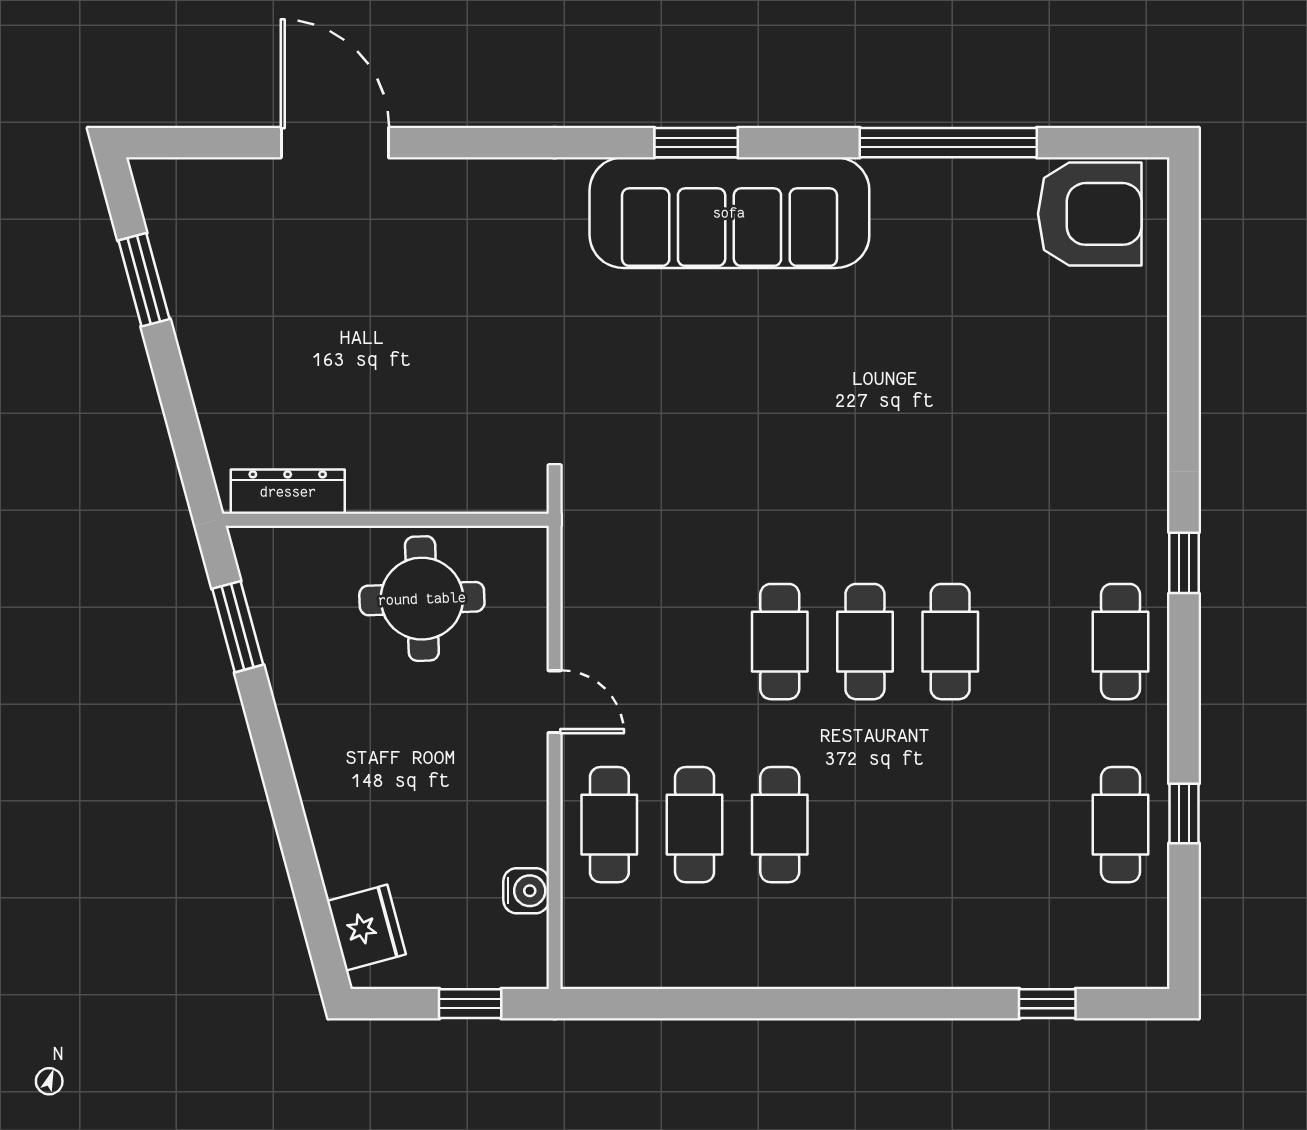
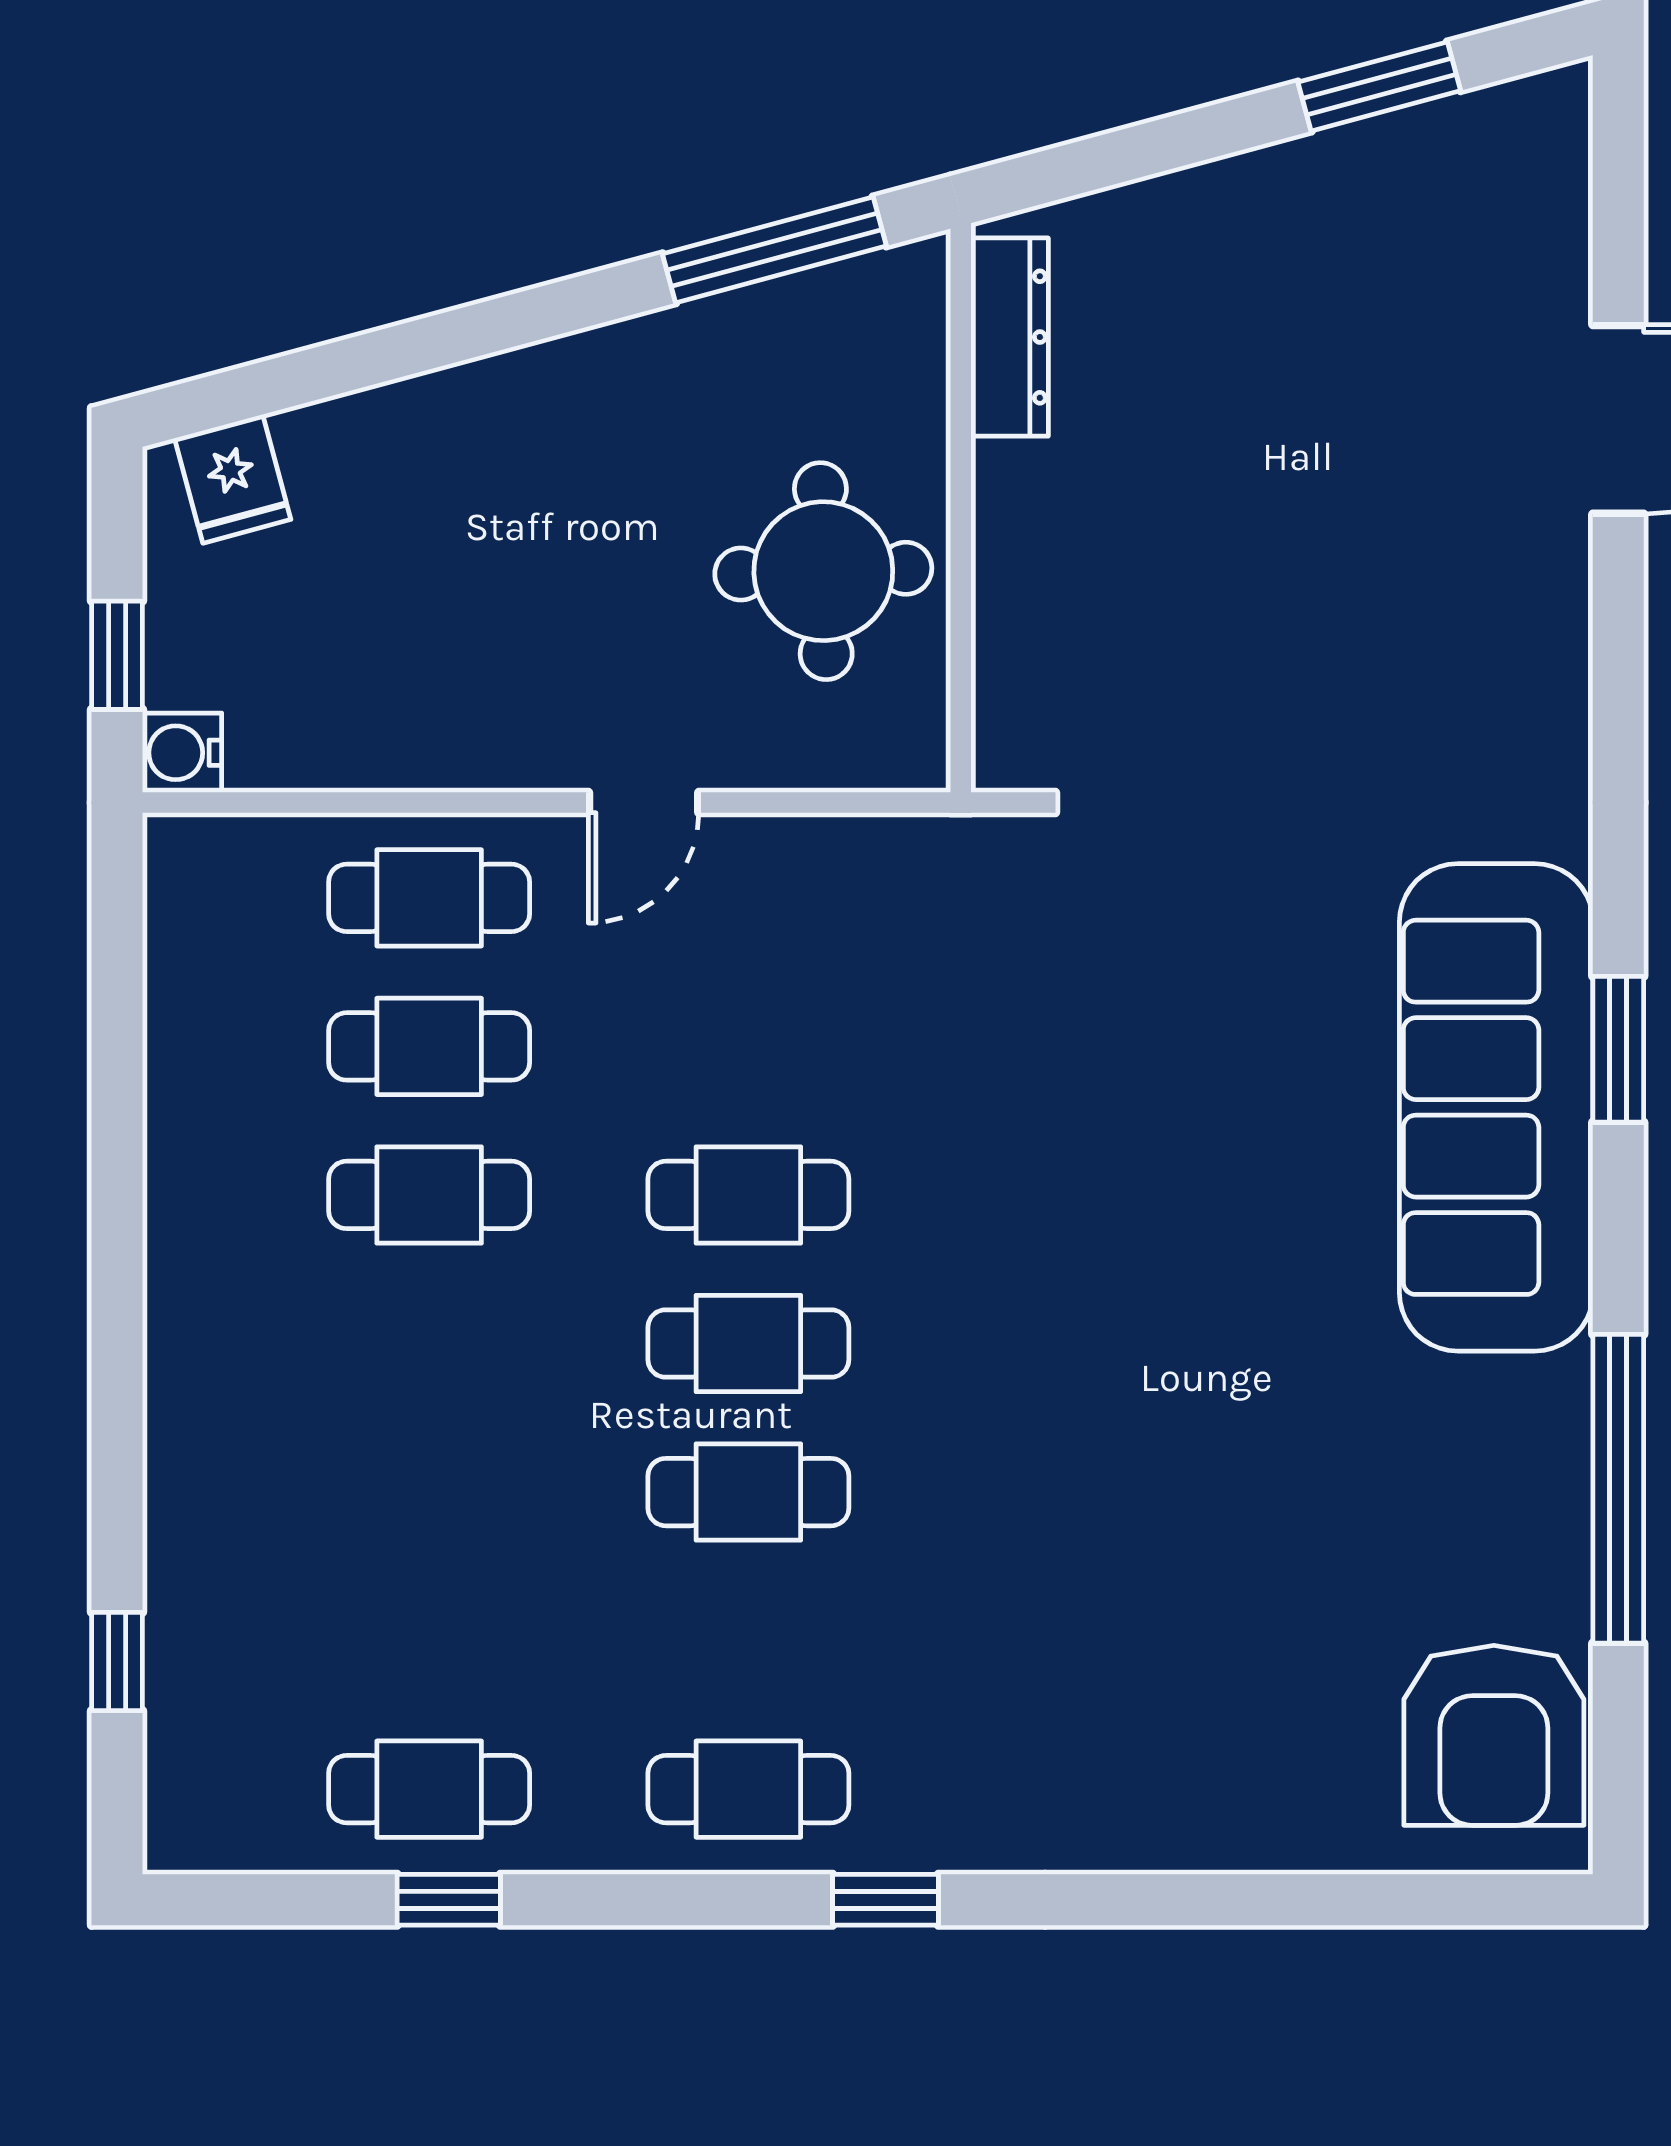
window: (238, 627) -> (774, 250), width x1.44
water cooler: (526, 891) -> (182, 753), moved, turned 90
fridge: (366, 928) -> (233, 479), width x0.72

